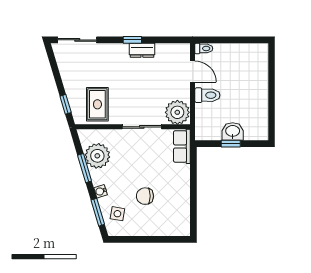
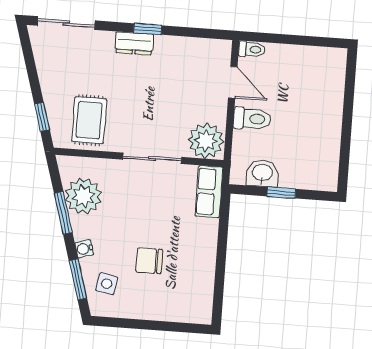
dresser: (142, 50) -> (134, 43), moved
washbasin: (233, 131) -> (262, 173), moved

